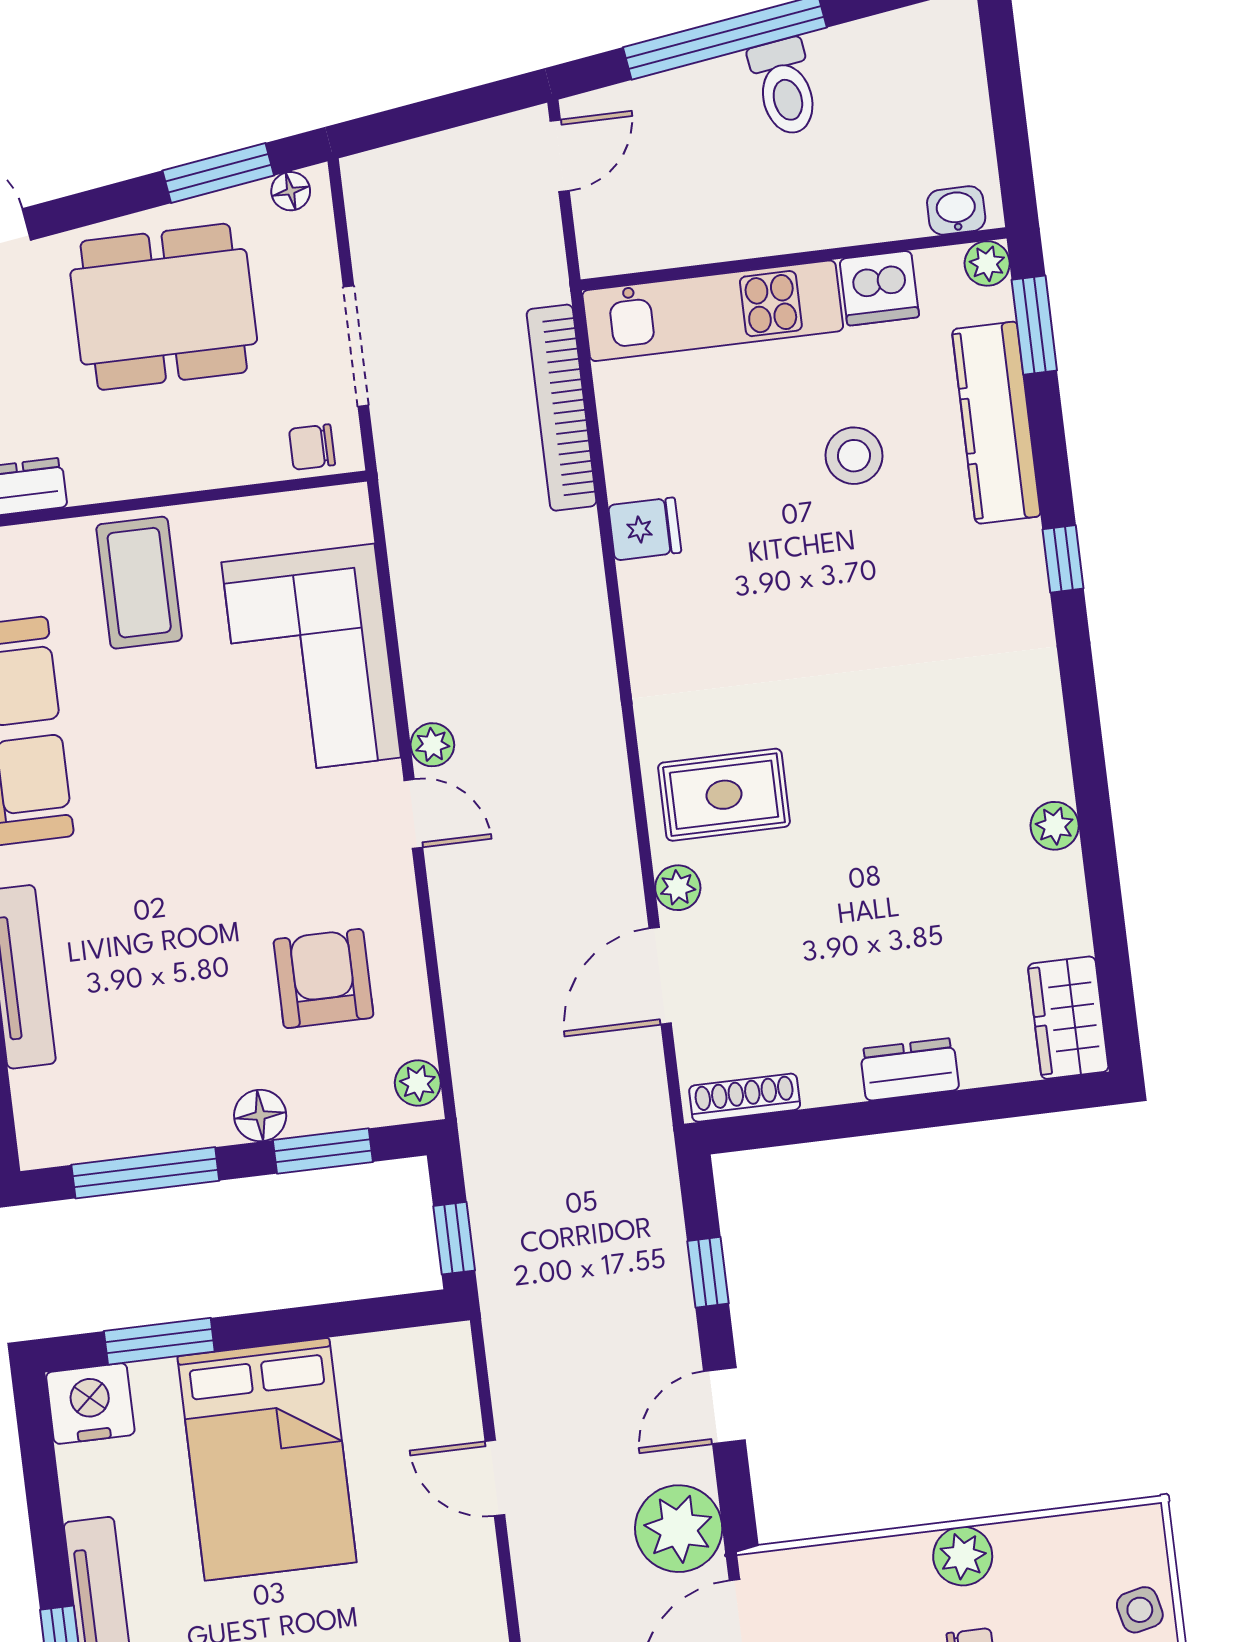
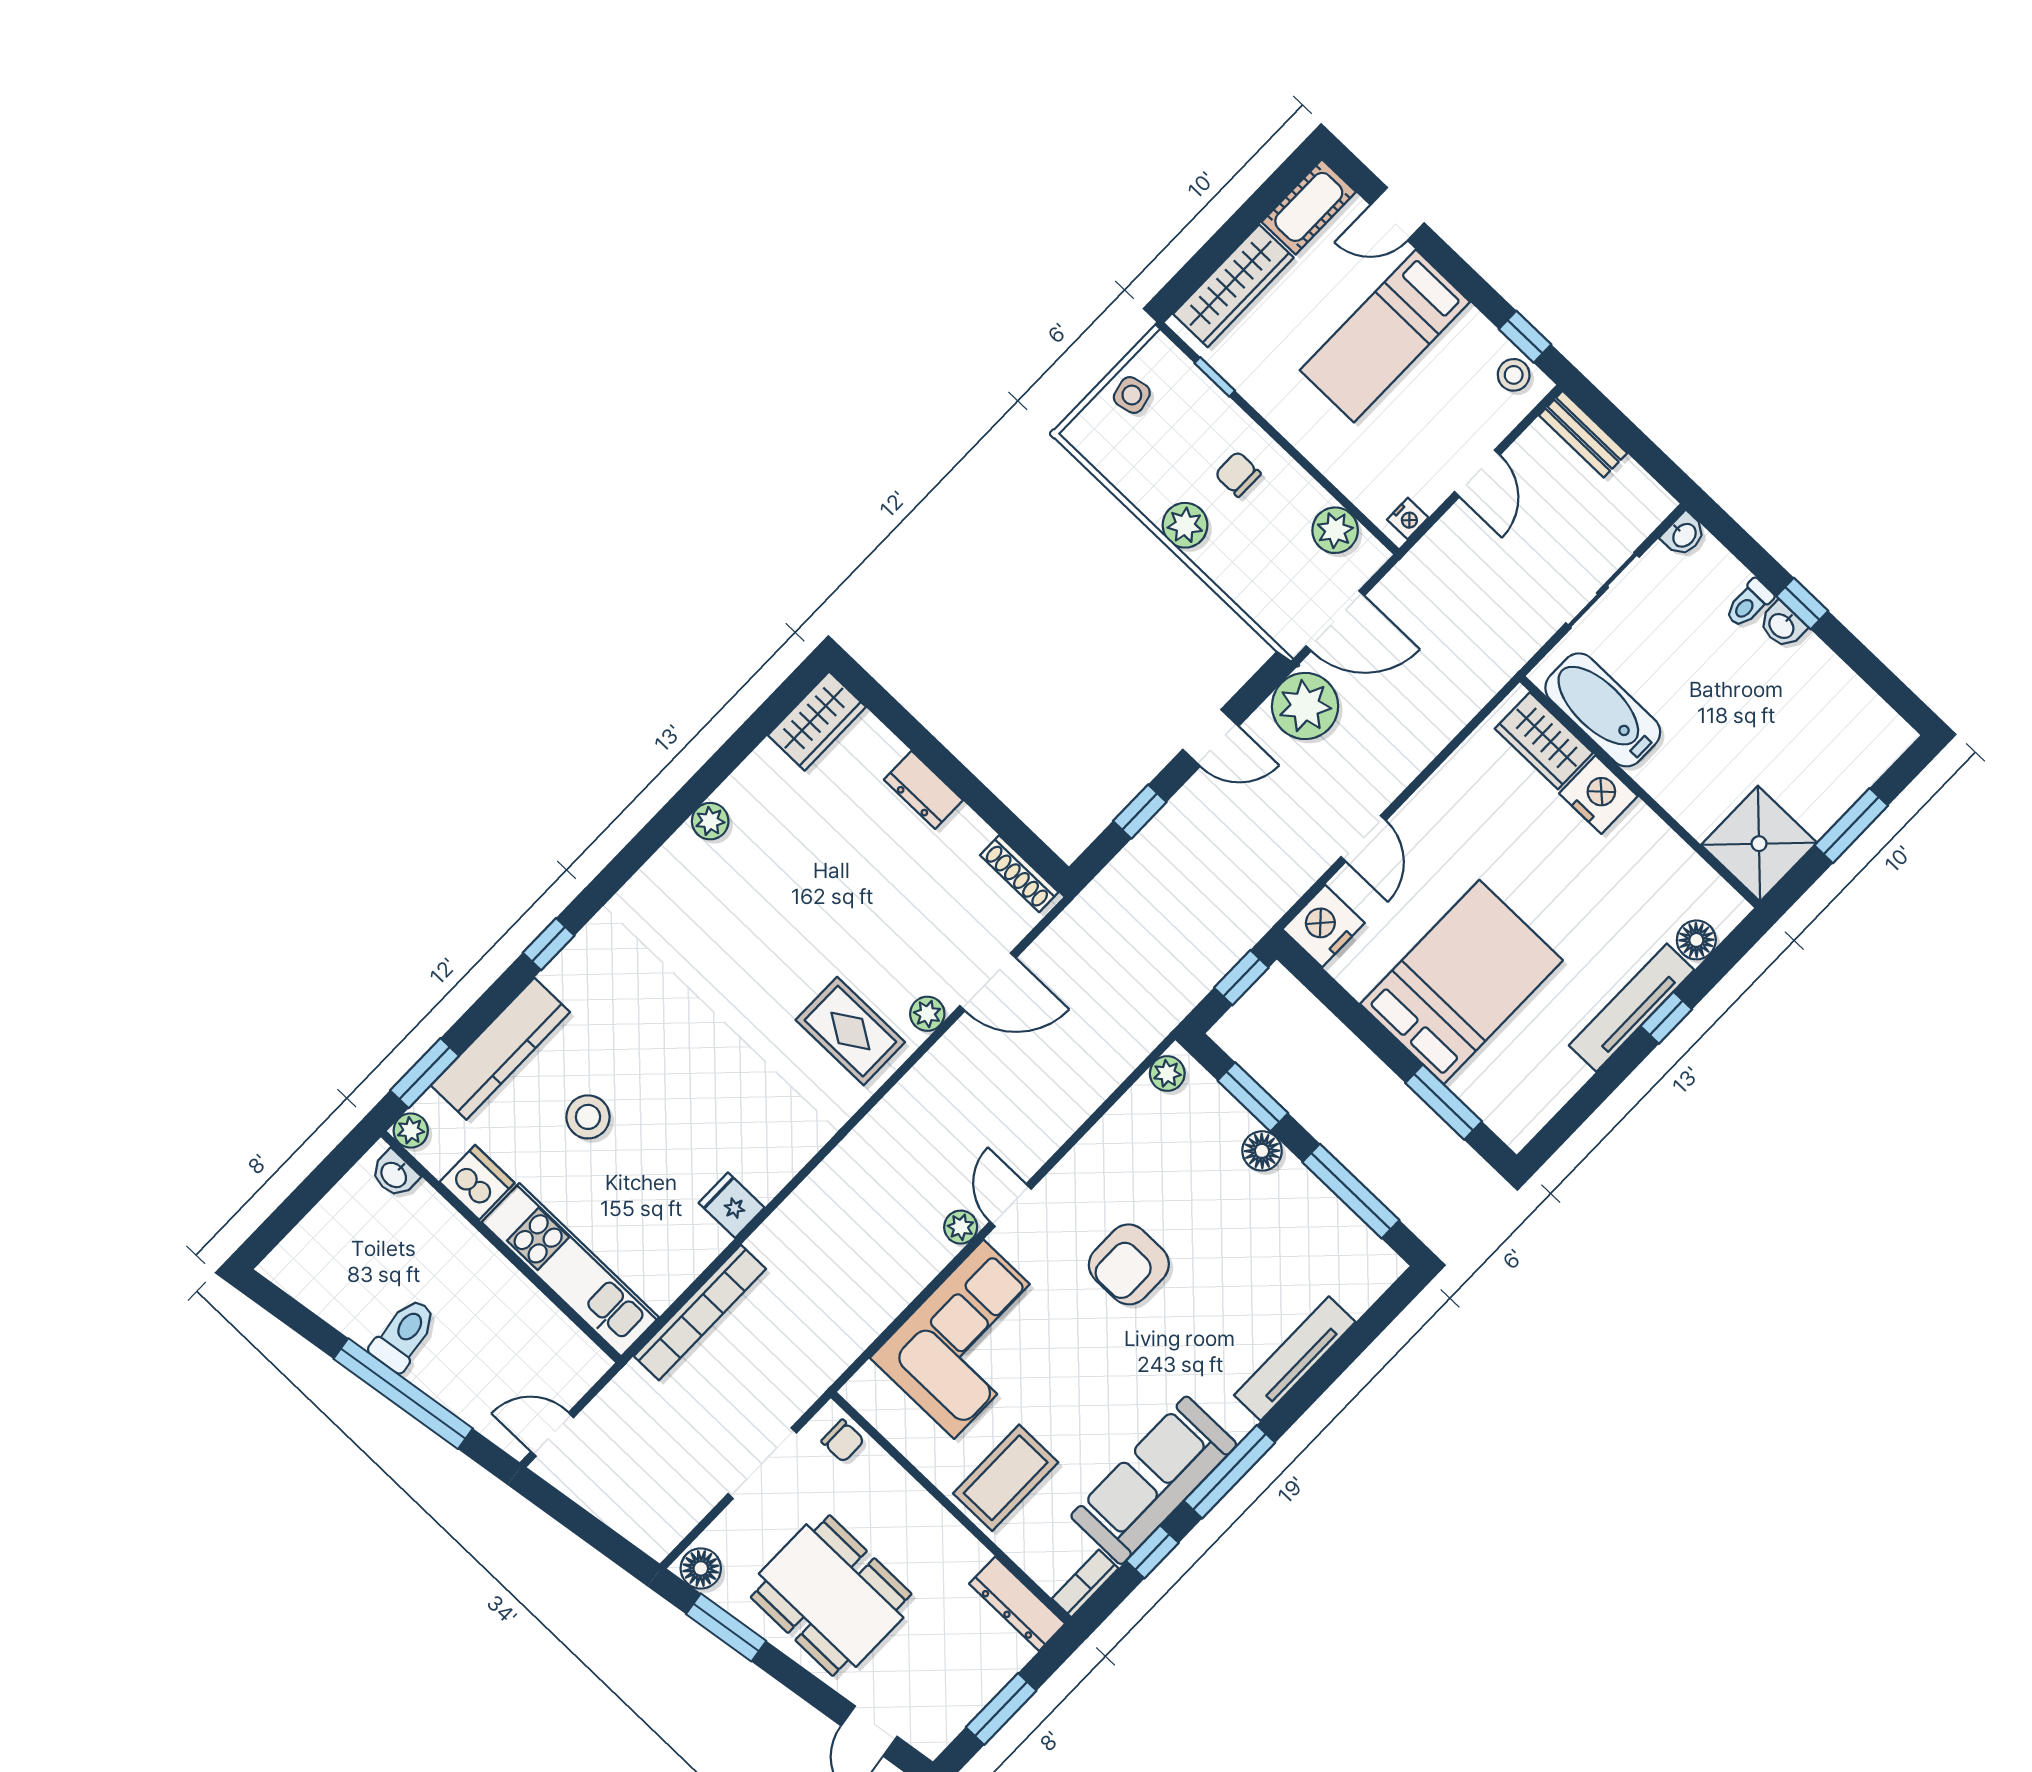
floor lamp: (291, 191) -> (701, 1568), width x1.37, depth x1.37
armchair: (323, 978) -> (1129, 1264), moved
nightstand: (90, 1404) -> (1324, 926), moved, turned 90

